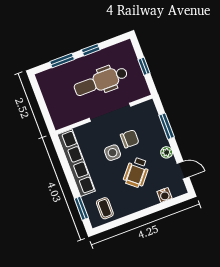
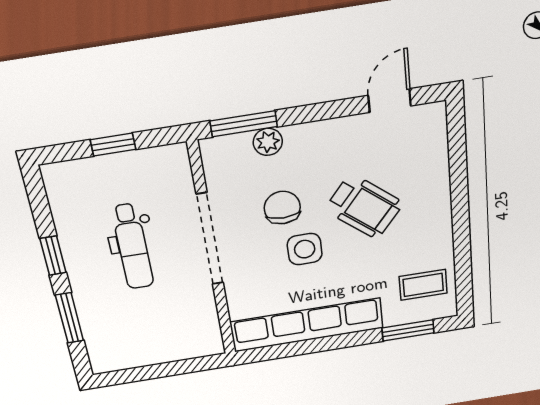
dental chair: (101, 81) -> (133, 247), width x0.73, depth x0.72
window: (167, 126) -> (244, 124), moved
plant: (167, 152) -> (268, 142), moved
water cooler: (164, 195) -> (435, 154), removed

